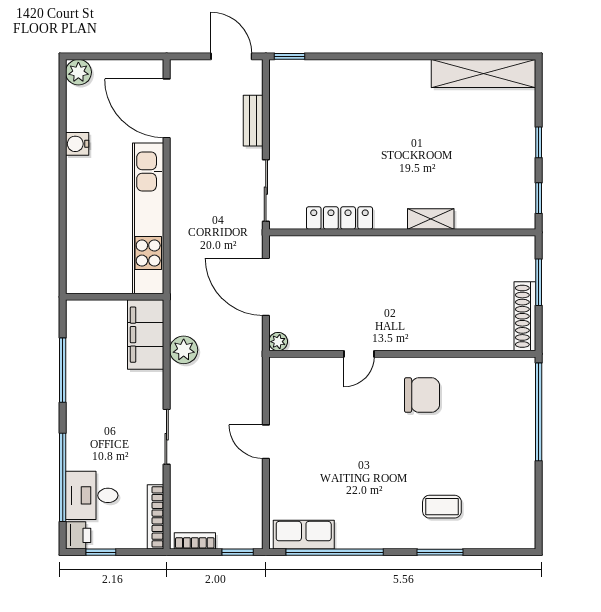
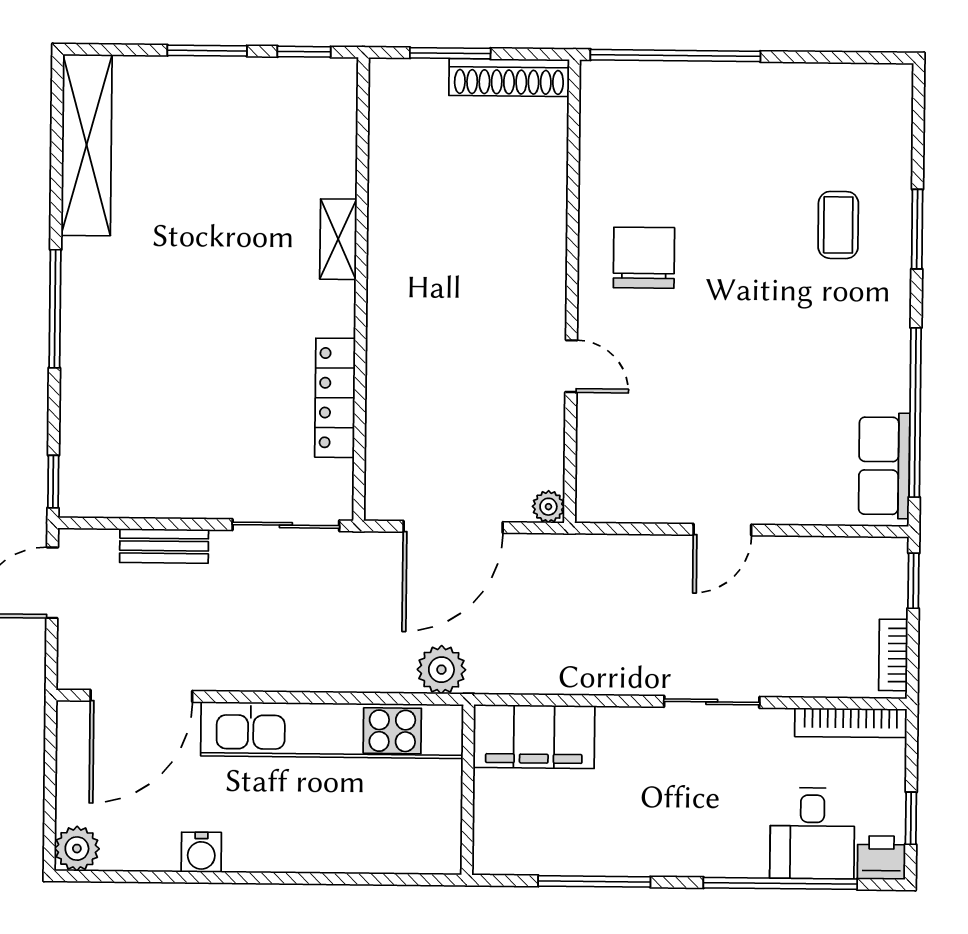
window: (389, 56) -> (55, 309), added
window: (539, 142) -> (207, 51), width x1.50
plant: (184, 350) -> (441, 670), moved

